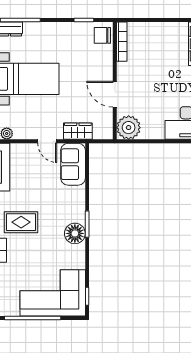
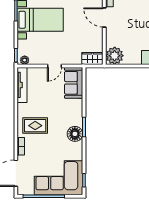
door: (115, 94) -> (104, 17), moved
wardrobe: (78, 131) -> (92, 58), moved
door: (47, 141) -> (55, 66), hinge flipped

